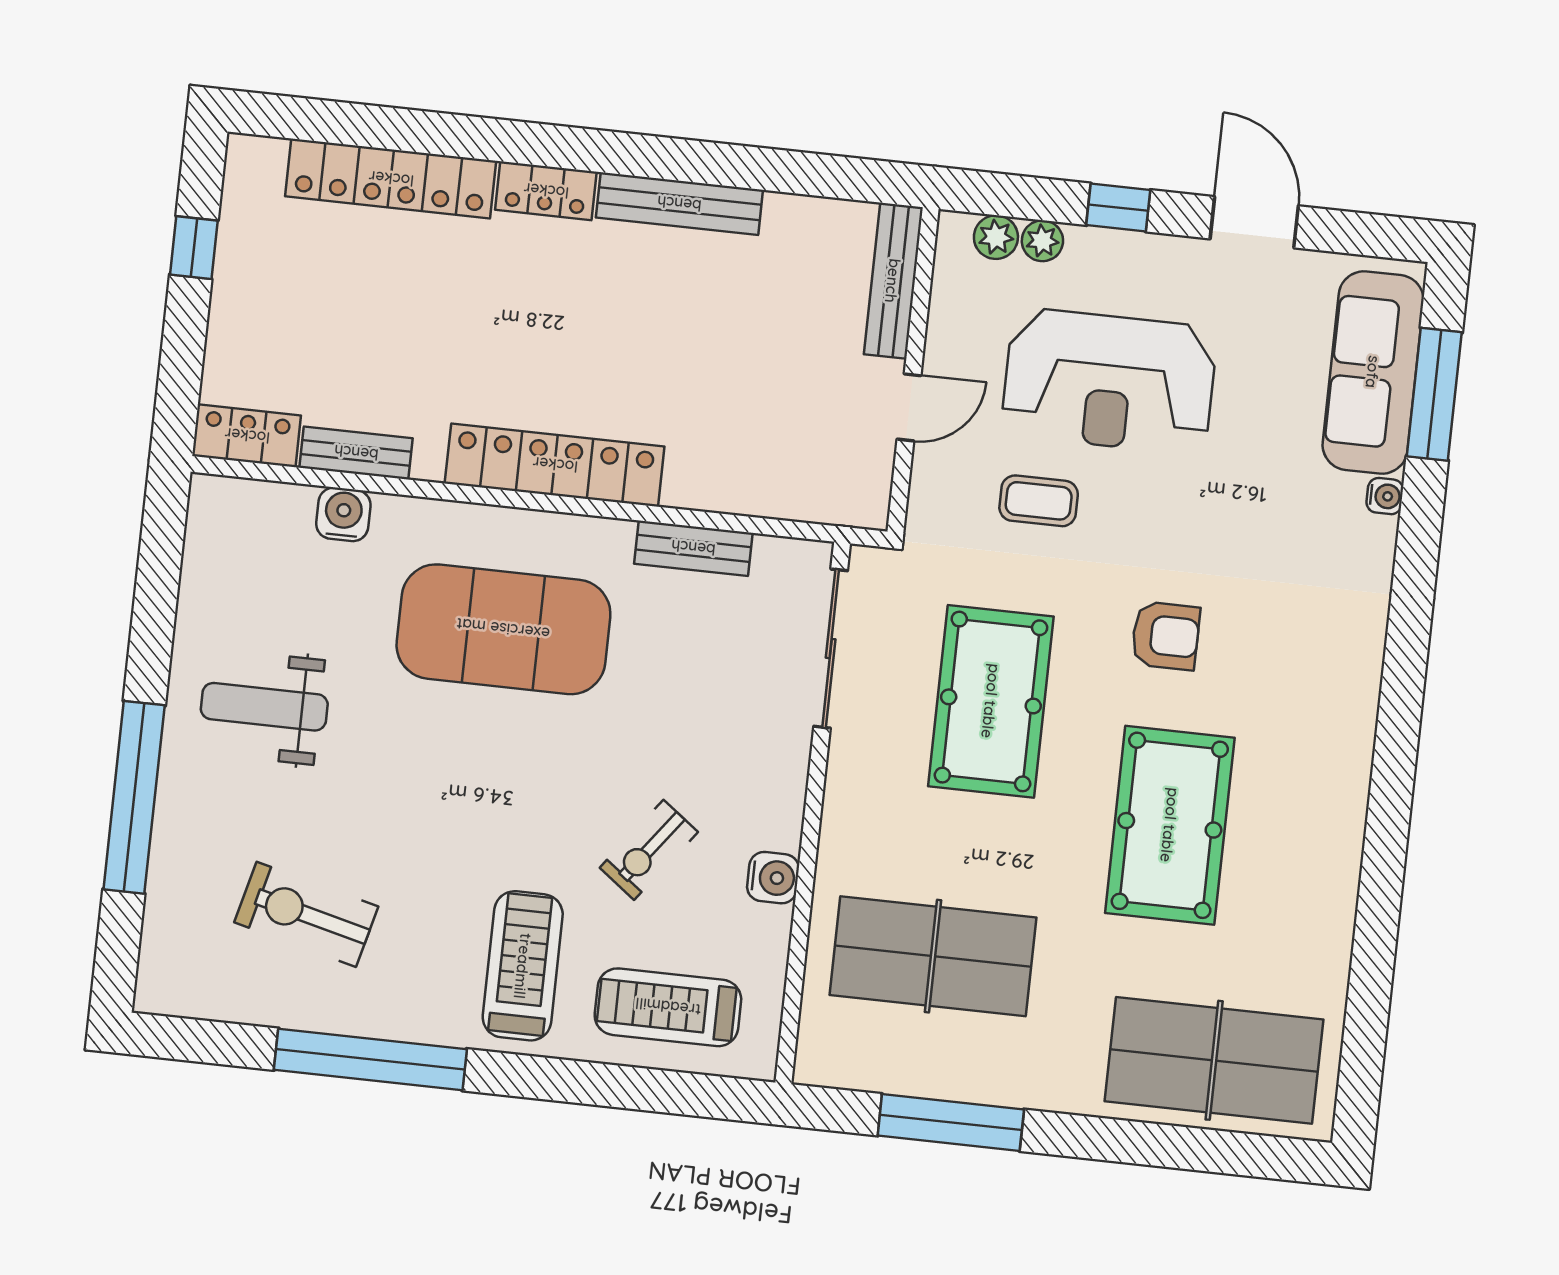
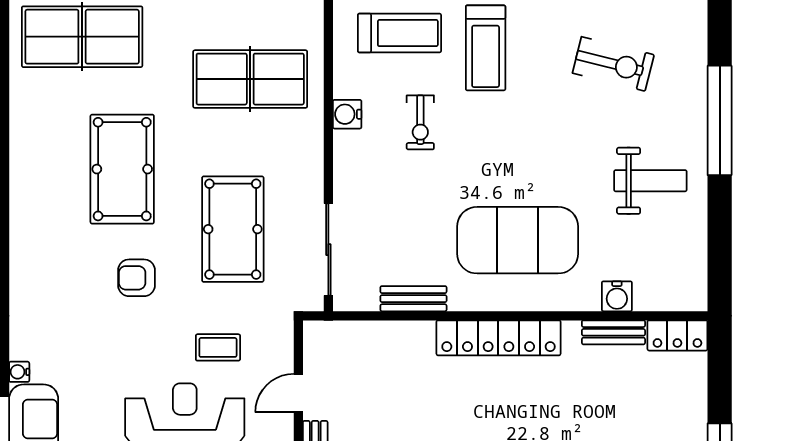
exercise bike: (649, 850) -> (420, 122), turned 143

